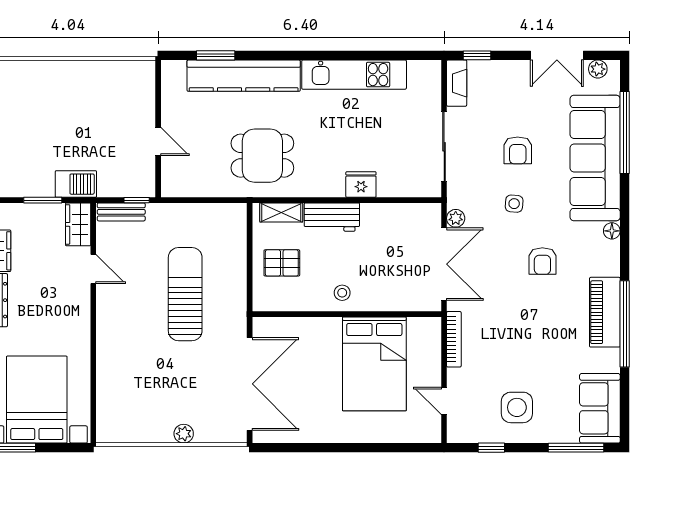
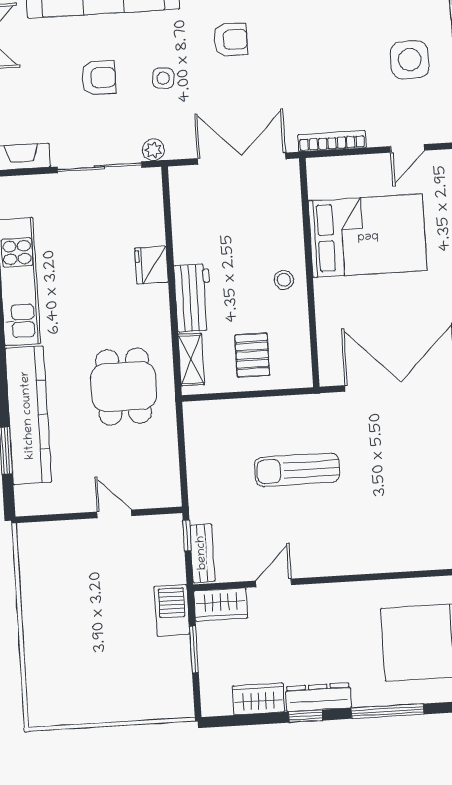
door: (158, 141) -> (114, 514), hinge flipped
plant: (456, 218) -> (153, 150), moved
sun lounger: (185, 294) -> (297, 470), width x0.73, depth x0.75

